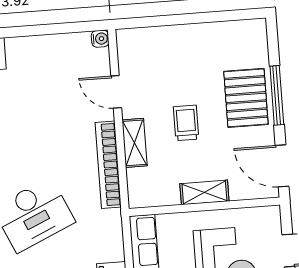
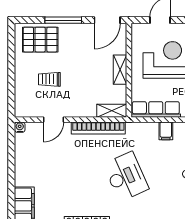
pallet: (246, 98) -> (40, 40), moved
trolley: (186, 123) -> (49, 79), moved
shelving: (134, 143) -> (112, 111), moved

